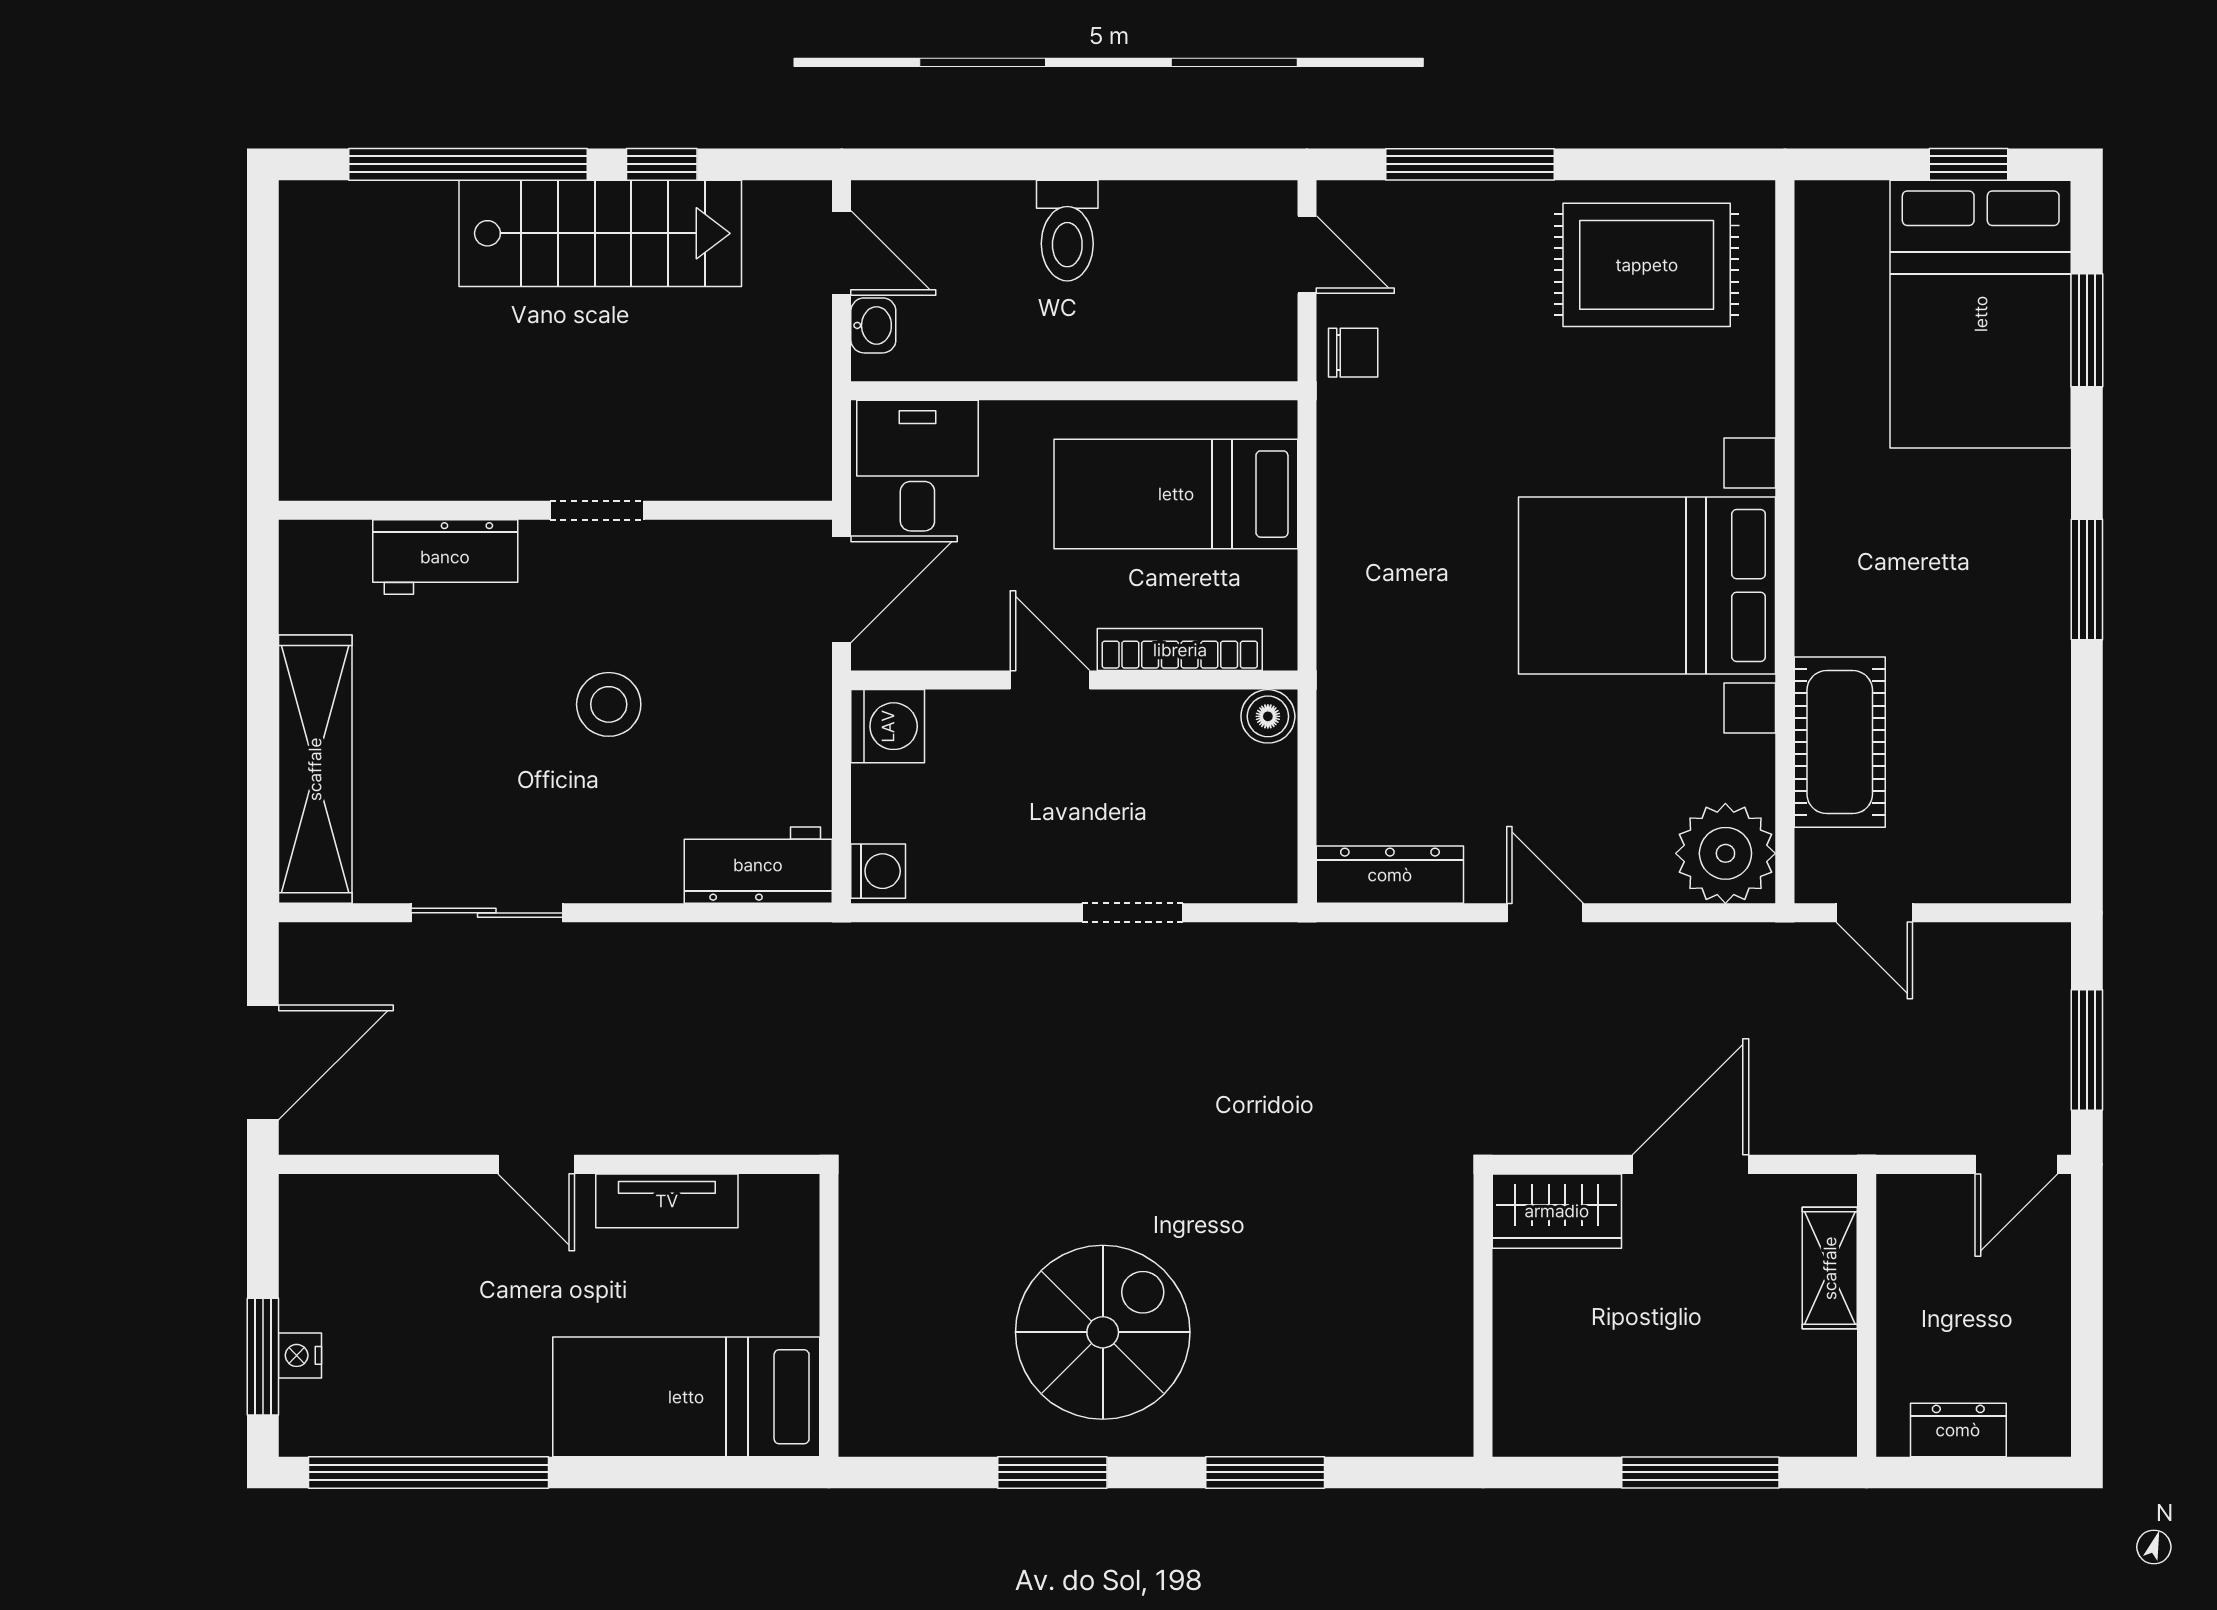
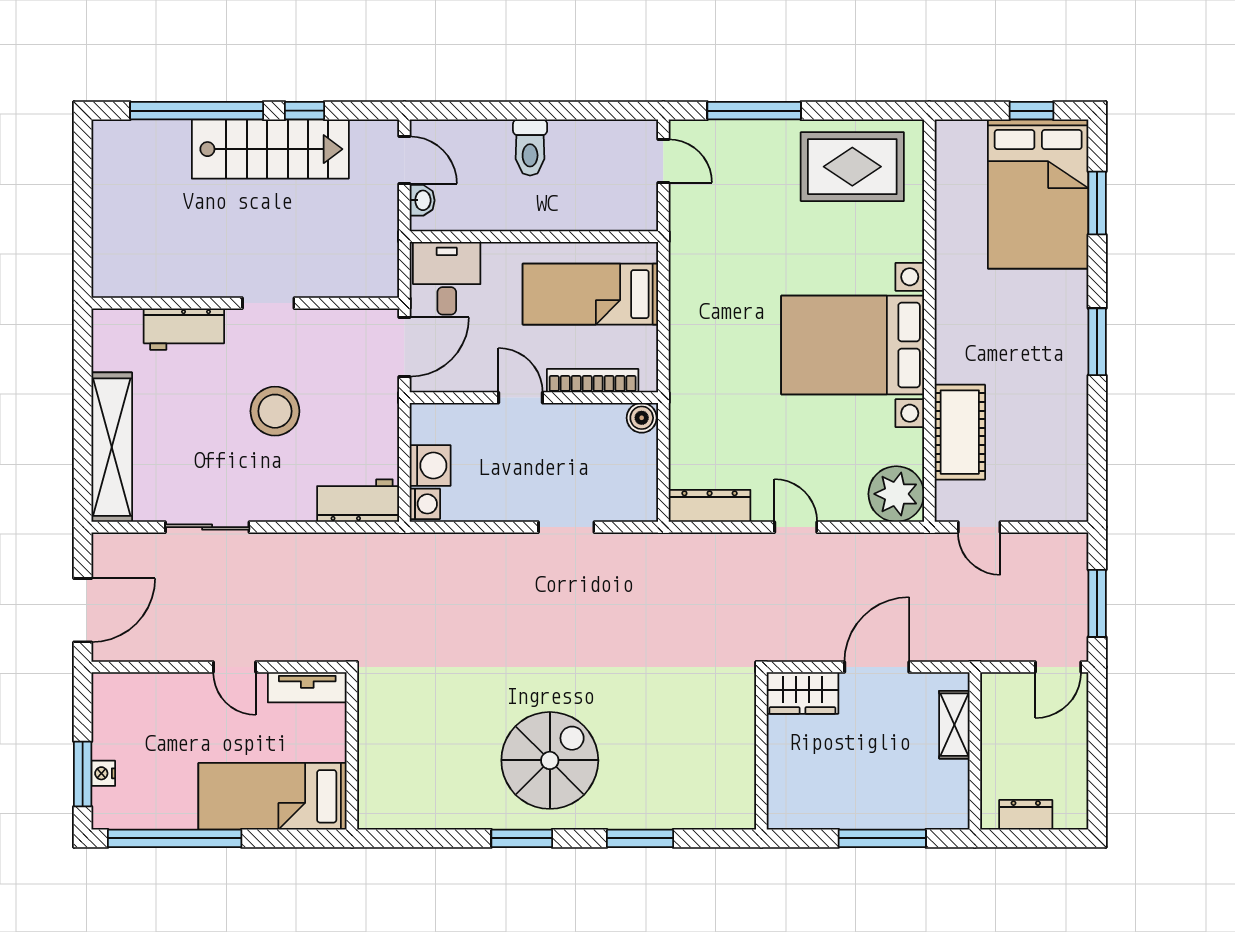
chair: (1353, 353) -> (689, 215), removed
stool: (609, 704) -> (275, 411), width x1.38, depth x1.38
washing machine: (888, 726) -> (430, 466), moved
wall: (829, 1315) -> (352, 751), moved
bed: (686, 1397) -> (273, 796), moved

